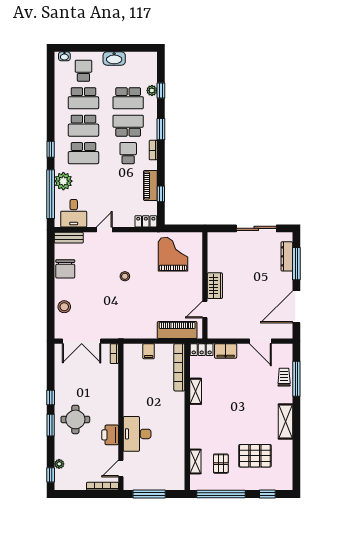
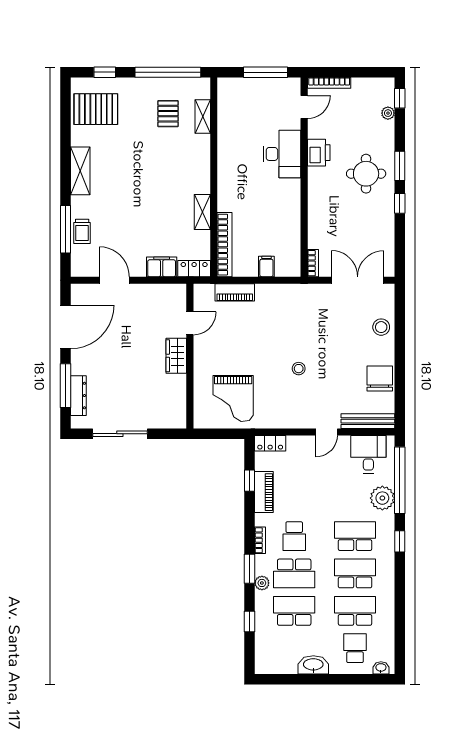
school desk: (83, 71) -> (355, 648), turned 180
plant: (152, 90) -> (262, 583), moved
bench: (69, 238) -> (368, 421), width x1.36
piano: (177, 330) -> (235, 292), width x0.73, depth x0.75
pallet: (255, 456) -> (96, 109), moved

